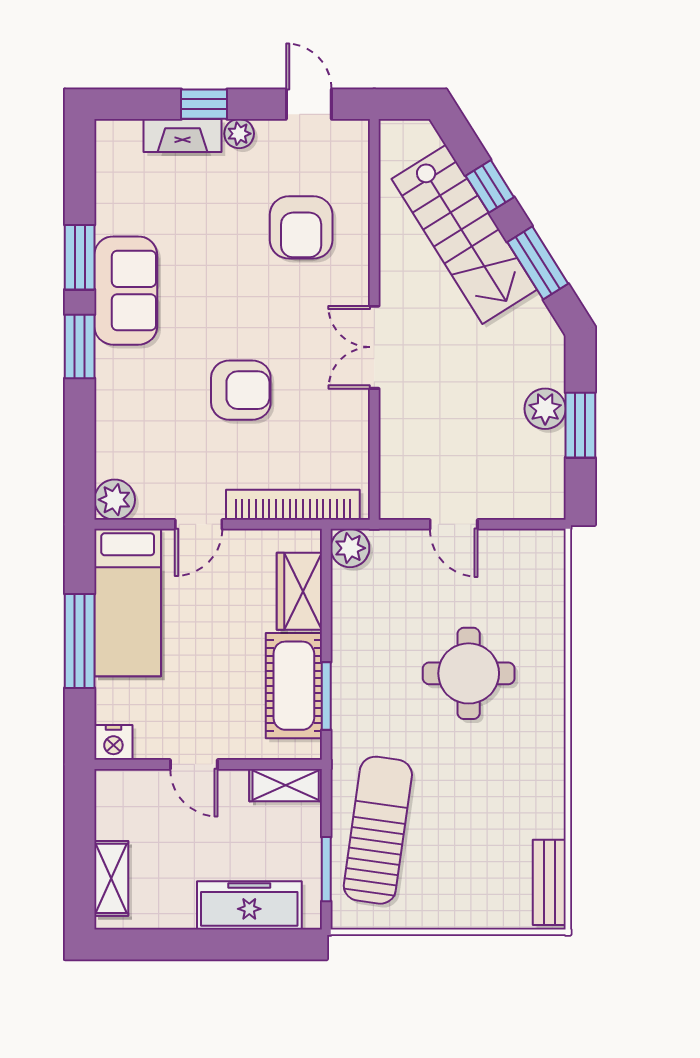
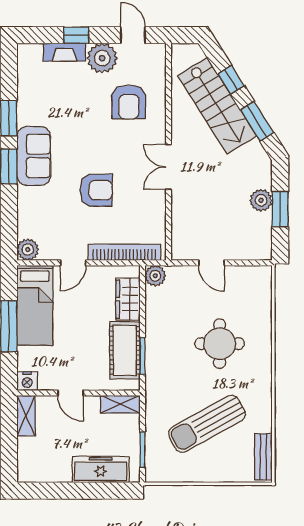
plant: (239, 134) -> (102, 58), width x1.87, depth x1.87
sofa: (126, 291) -> (34, 156), moved
sun lounger: (378, 830) -> (207, 424), moved, turned -127
shelving: (111, 878) -> (26, 416), moved

